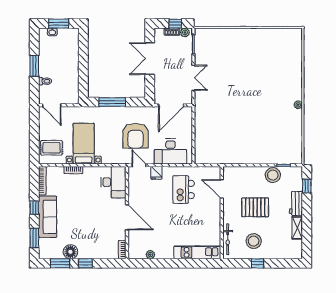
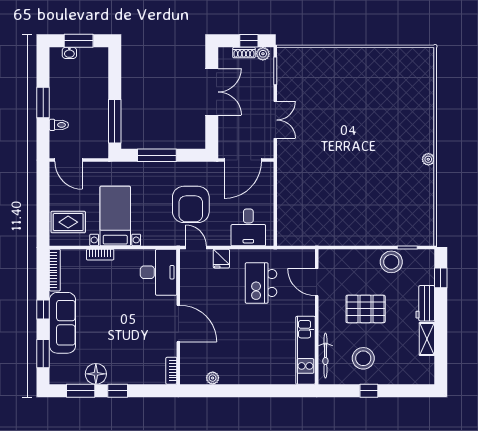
double door: (150, 59) -> (212, 92), swing flipped
window: (83, 79) -> (115, 121), added
desk: (170, 151) -> (248, 227), width x0.73
kitchen unit: (197, 252) -> (306, 350), moved, turned -90

